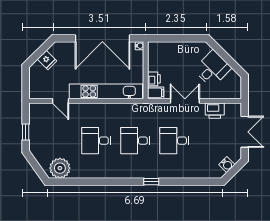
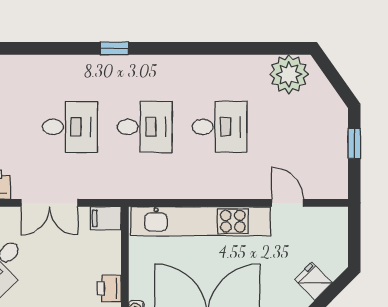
printer: (154, 79) -> (109, 288), moved

